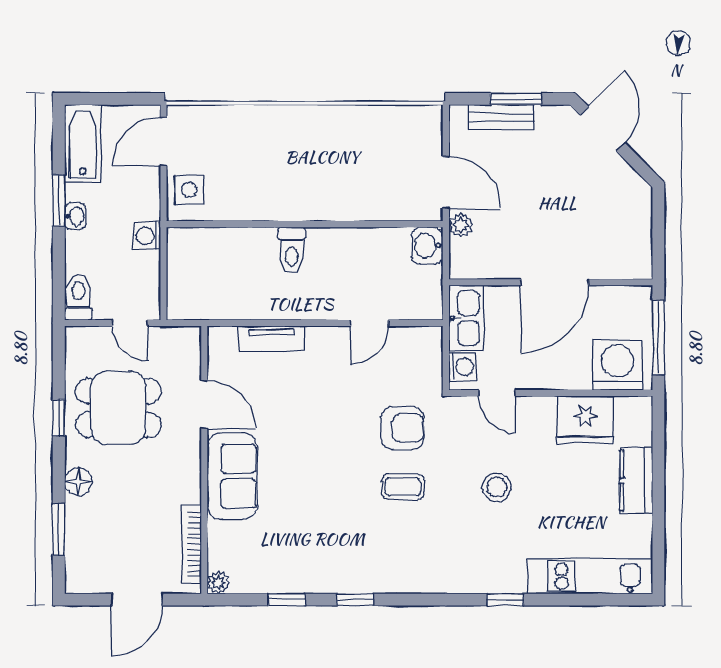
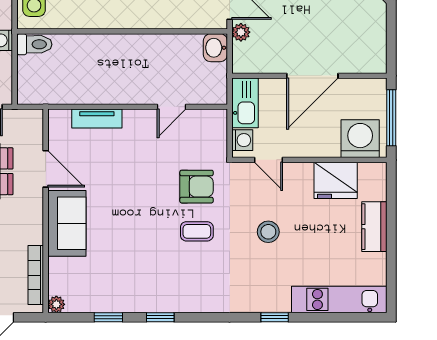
toilet: (292, 250) -> (34, 44), moved, turned -90

